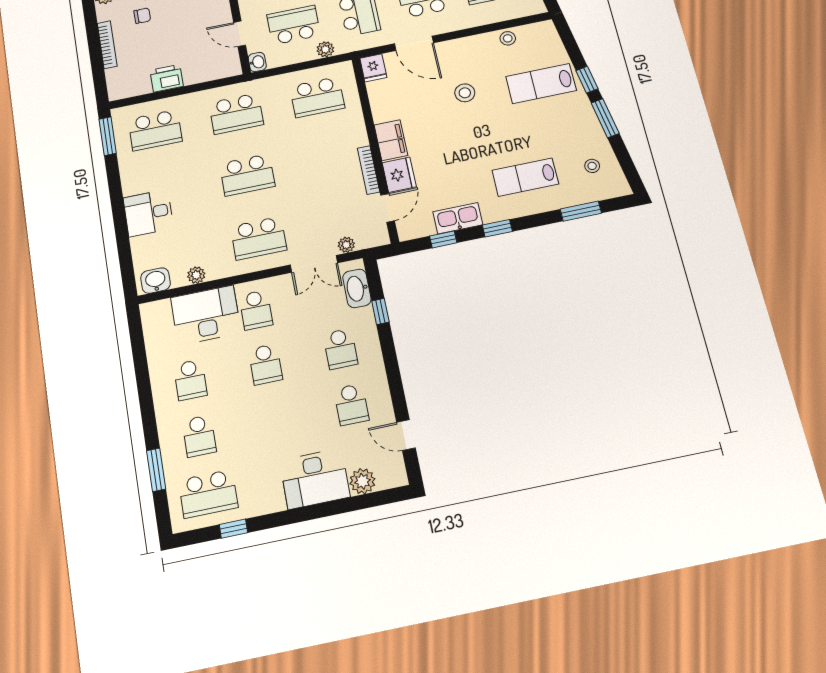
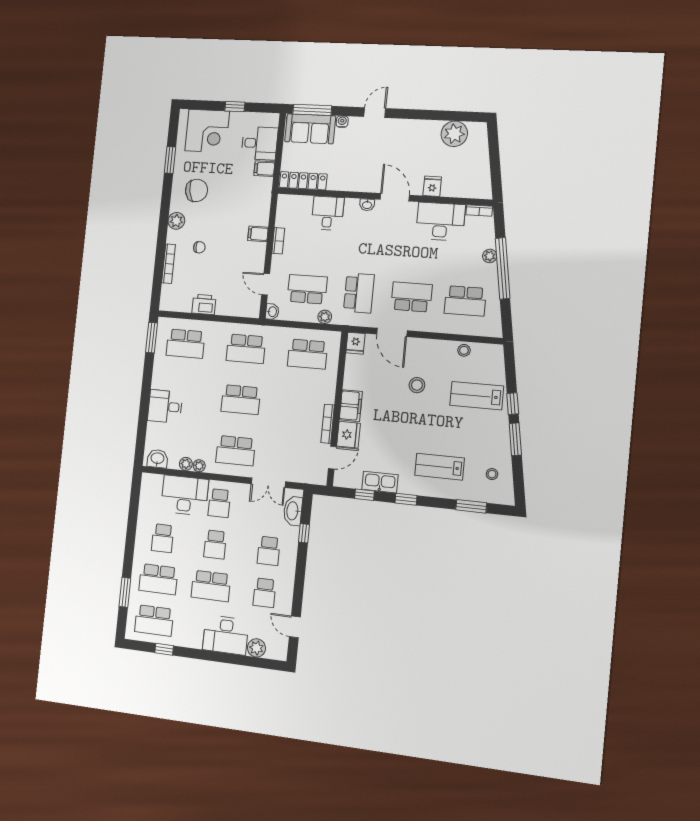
plant: (346, 245) -> (199, 466), moved
school desk: (275, 420) -> (211, 586), added
school desk: (199, 436) -> (158, 579), width x1.85

